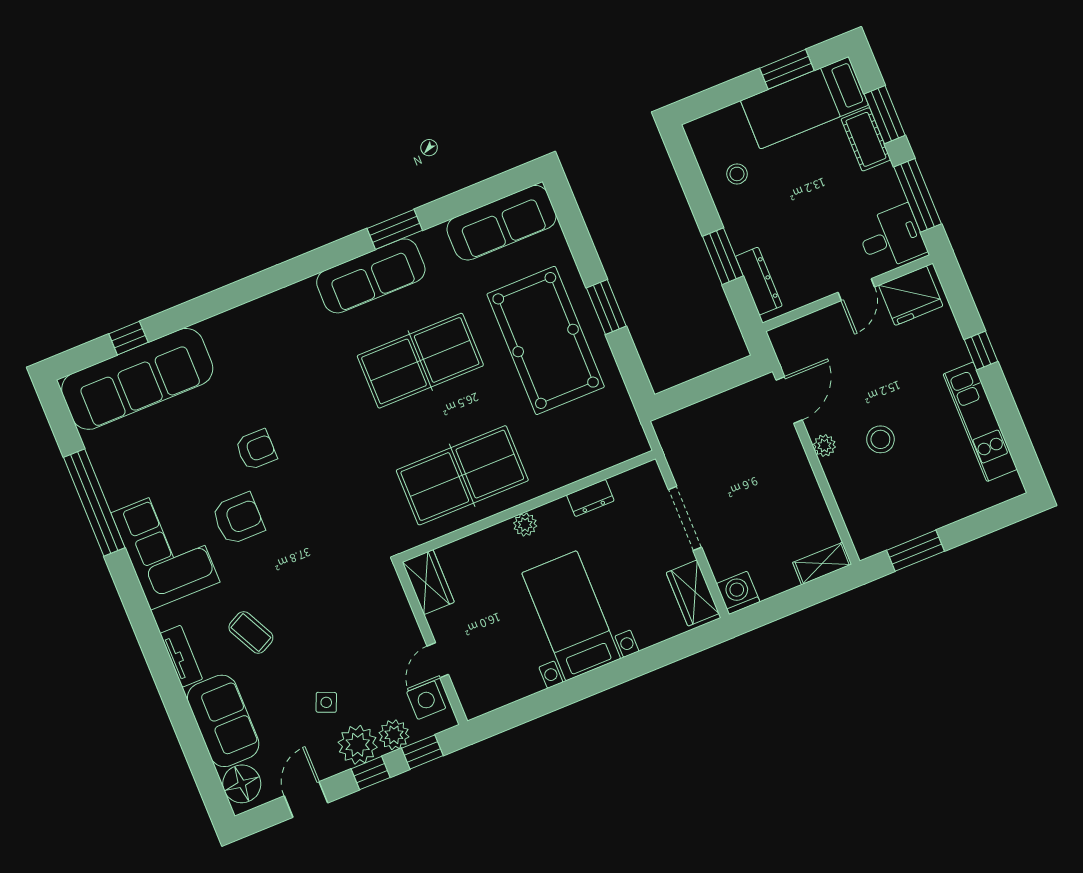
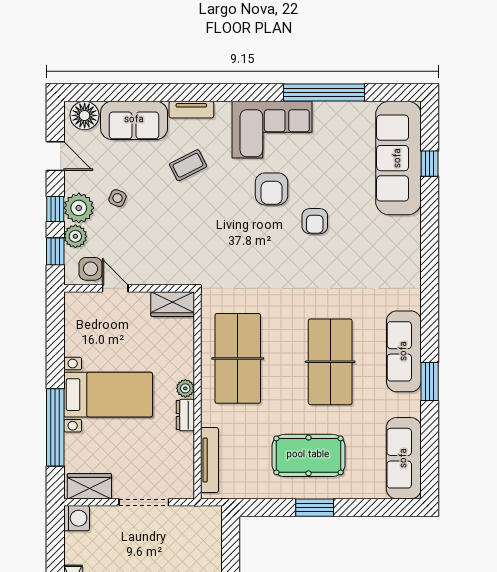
pool table: (546, 340) -> (308, 455), width x0.73, depth x0.76
tv unit: (601, 459) -> (210, 460), added
dresser: (590, 498) -> (185, 415), moved
window: (638, 664) -> (55, 427), added

